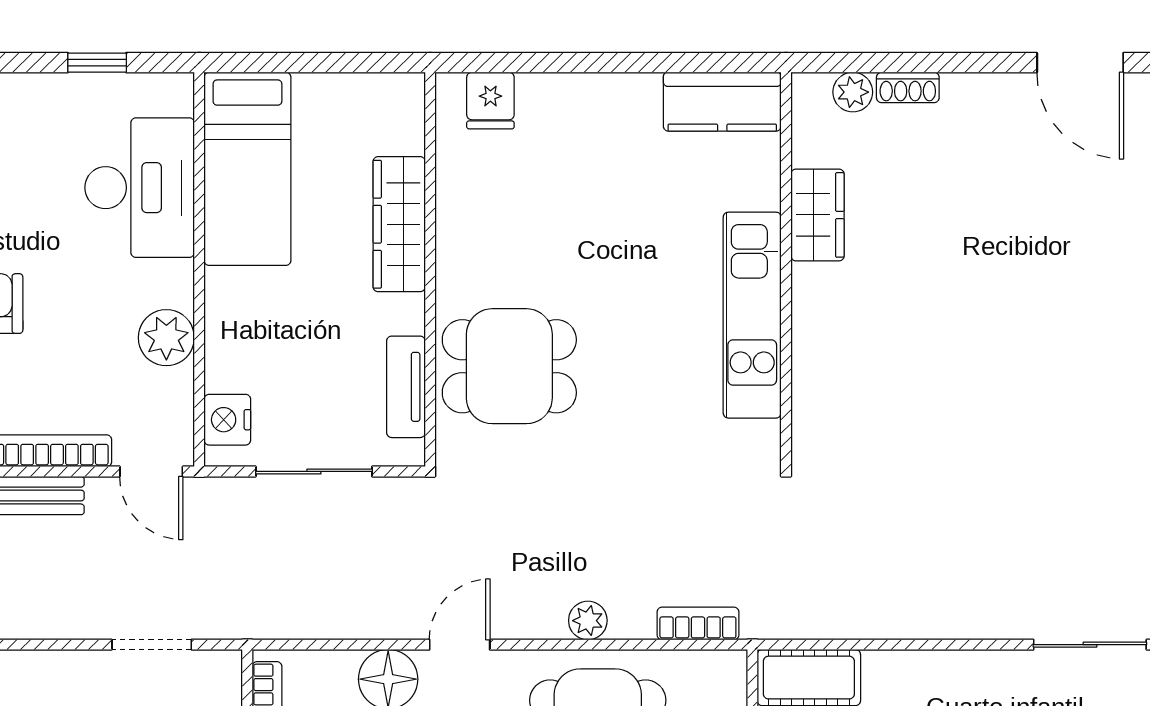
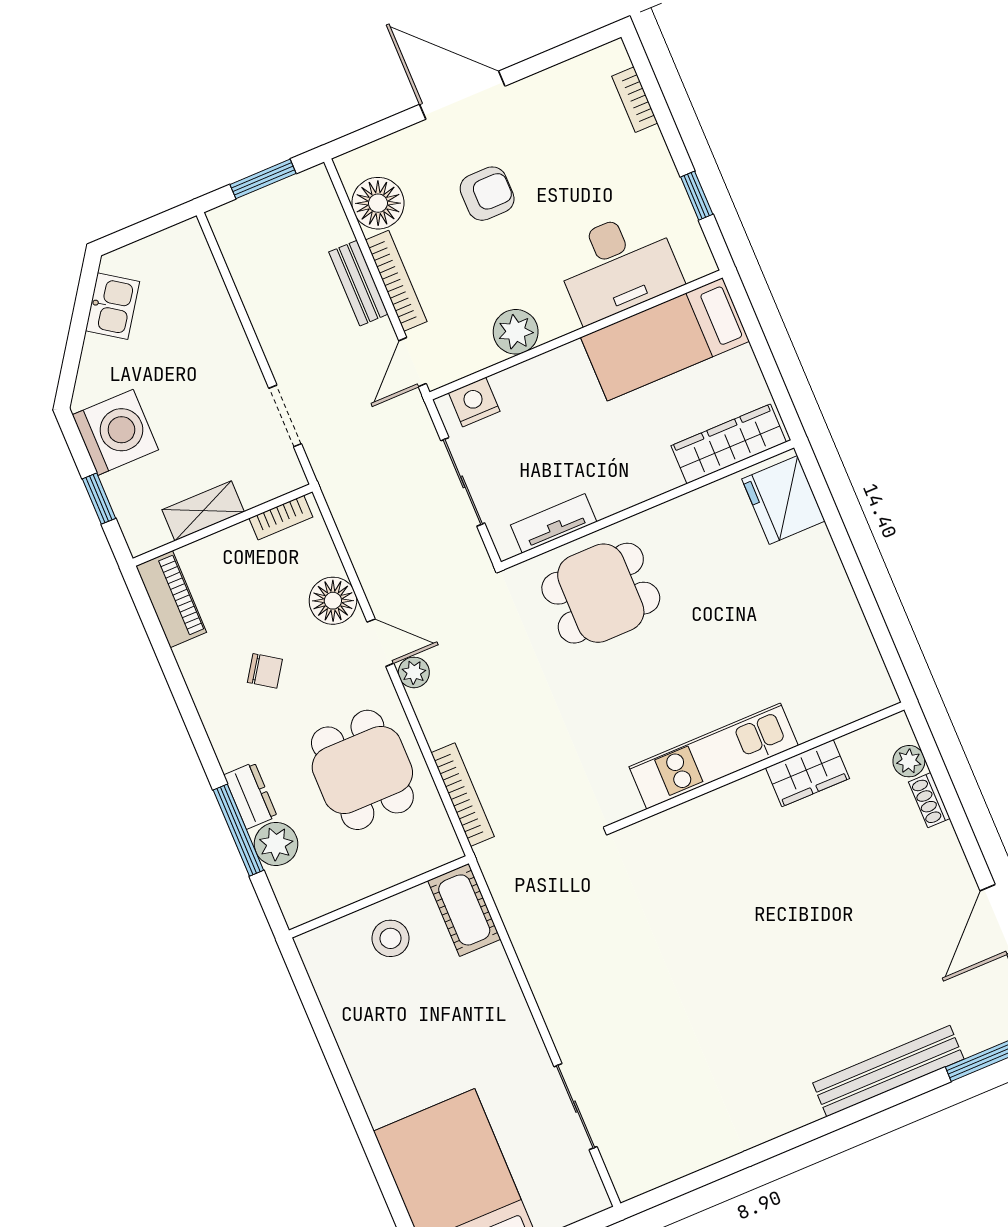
fridge: (490, 101) -> (783, 500), width x1.88, depth x1.34
kitchen counter: (722, 102) -> (861, 668), removed
wardrobe: (399, 224) -> (729, 444), moved
dining table: (509, 366) -> (601, 593), turned 90
plant: (588, 621) -> (414, 672), moved
bookcase: (698, 623) -> (463, 795), width x1.56

